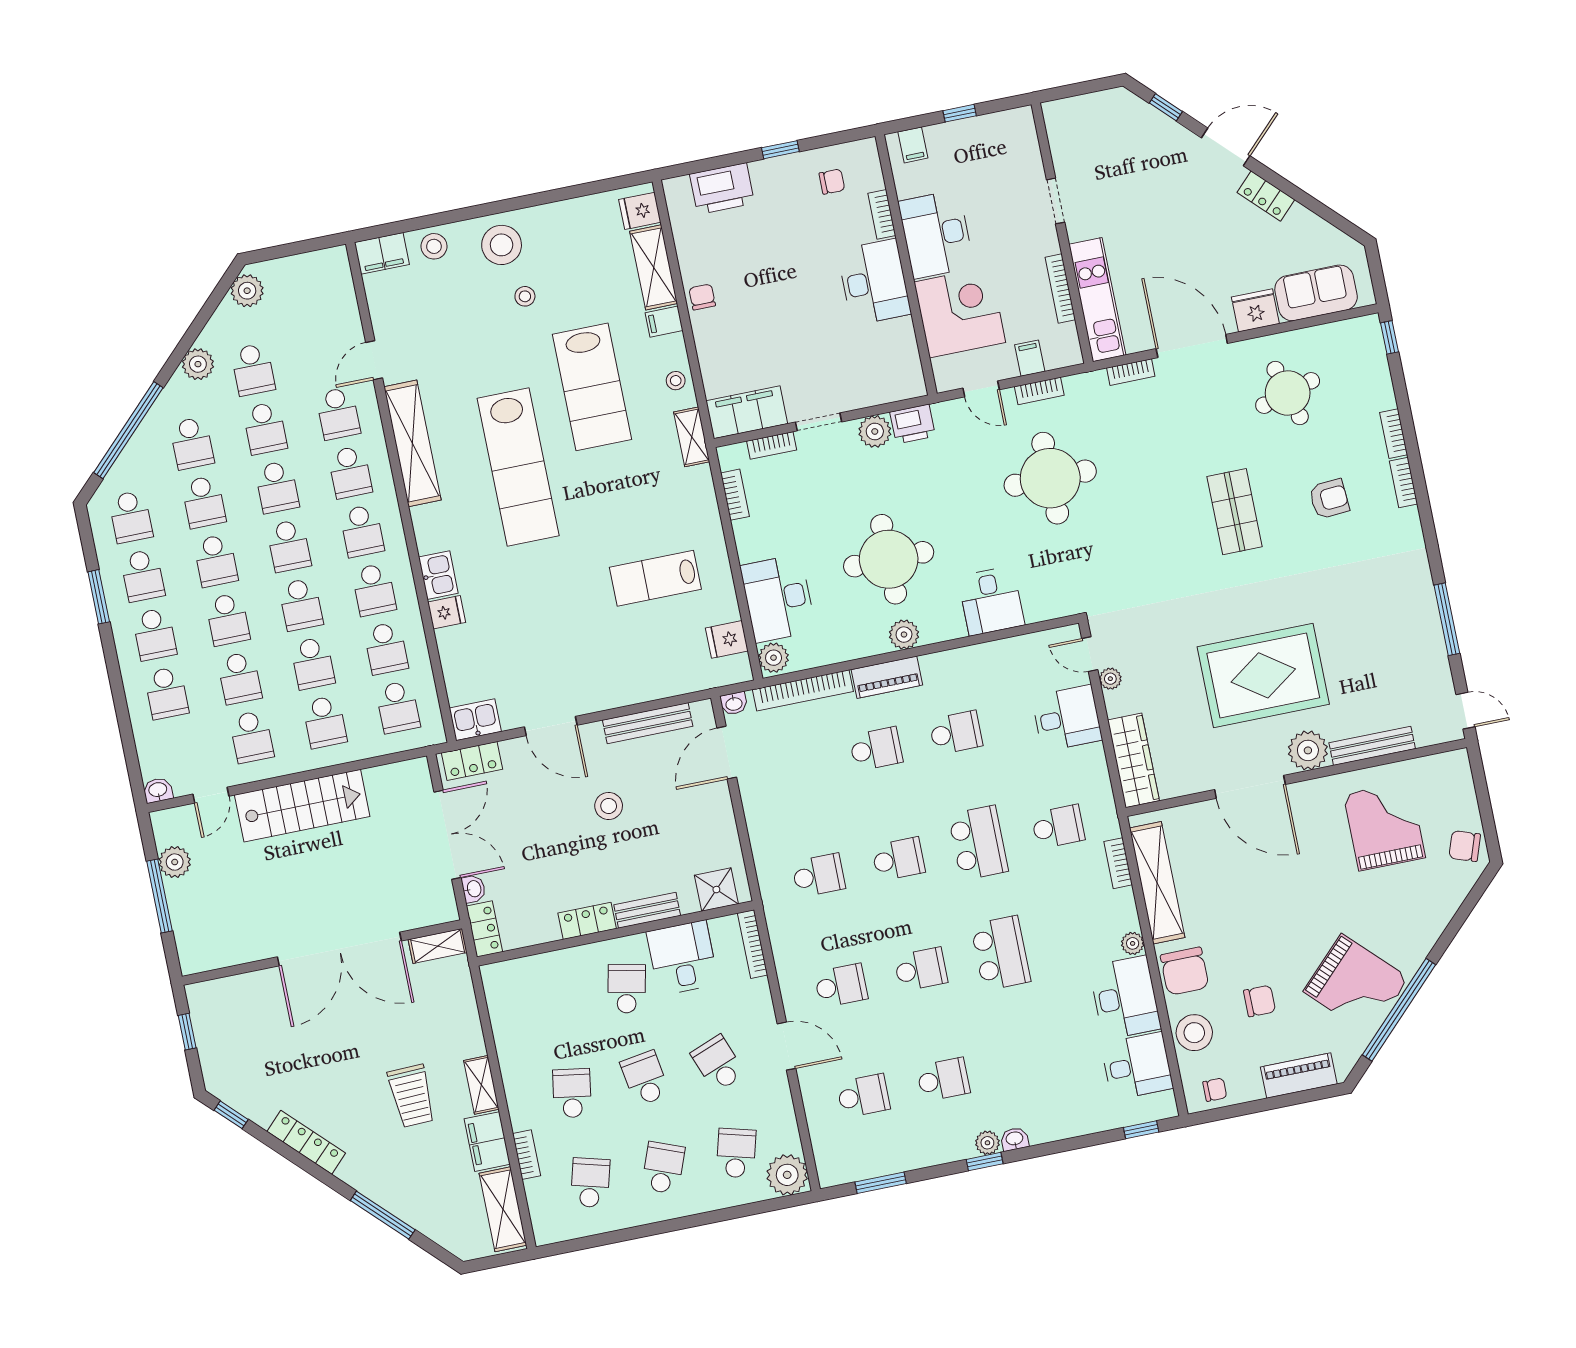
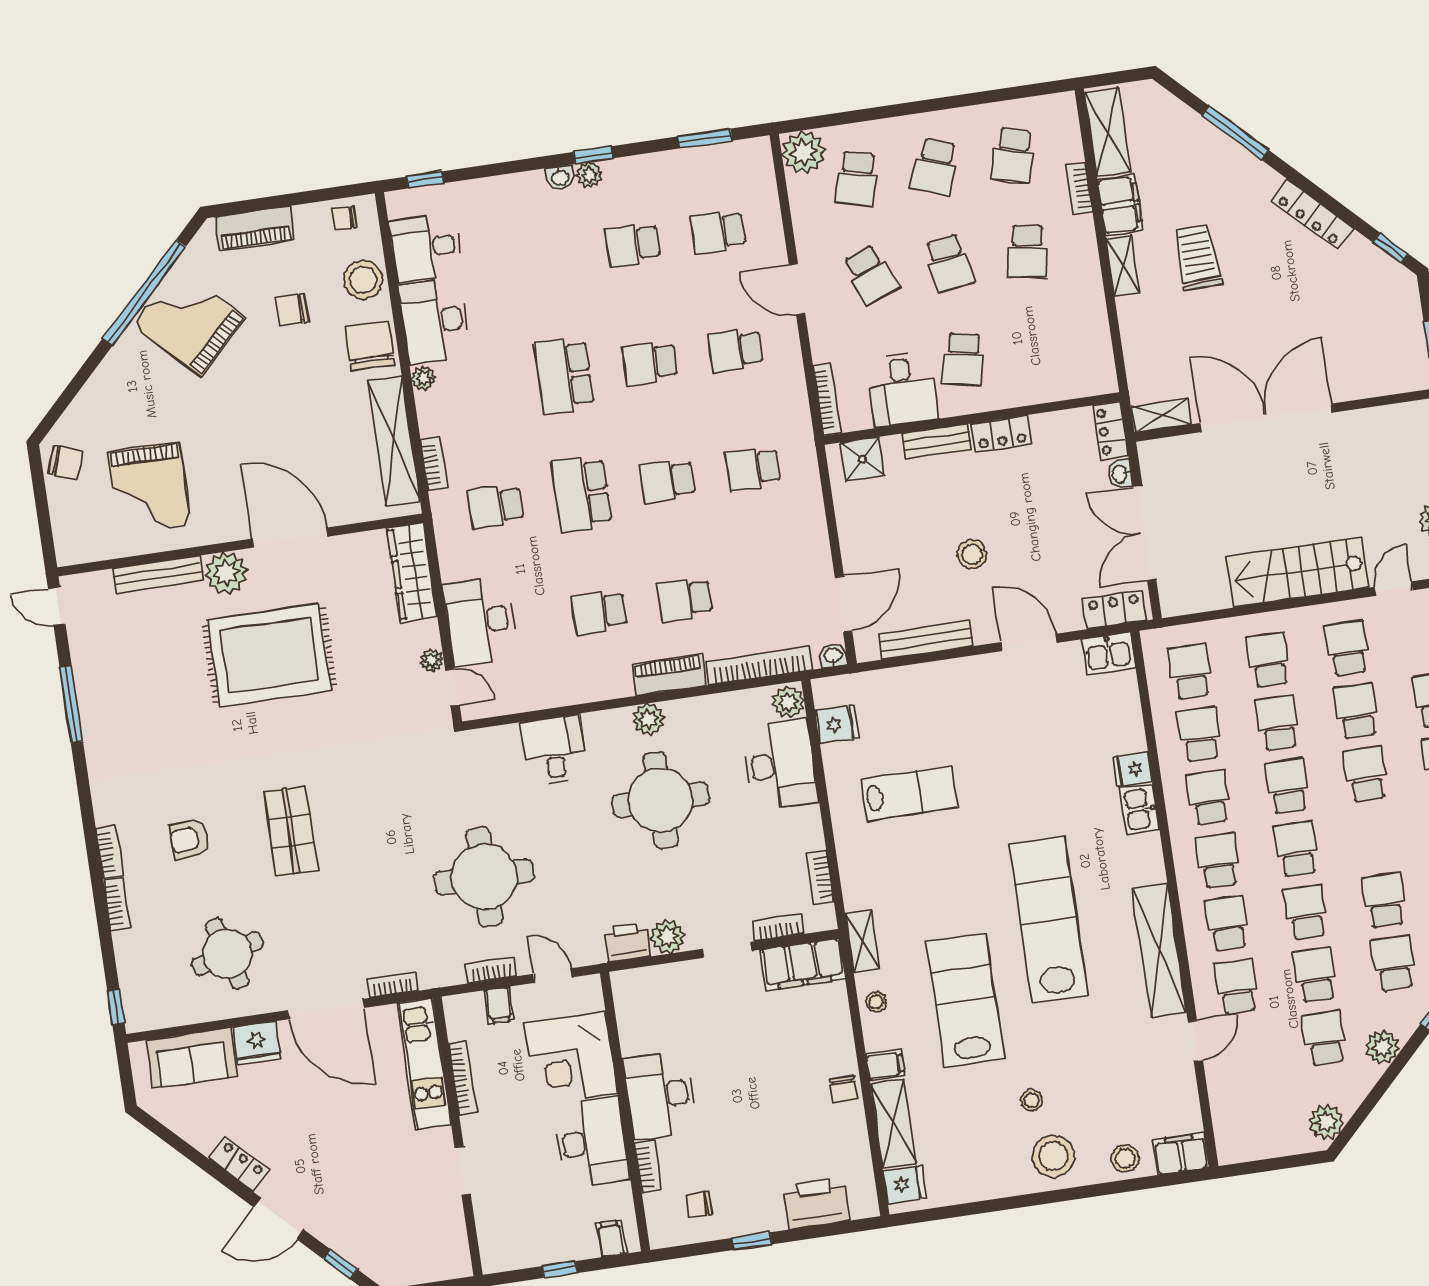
school desk: (216, 561) -> (1375, 837), removed
desk: (1067, 718) -> (480, 621), width x1.37

